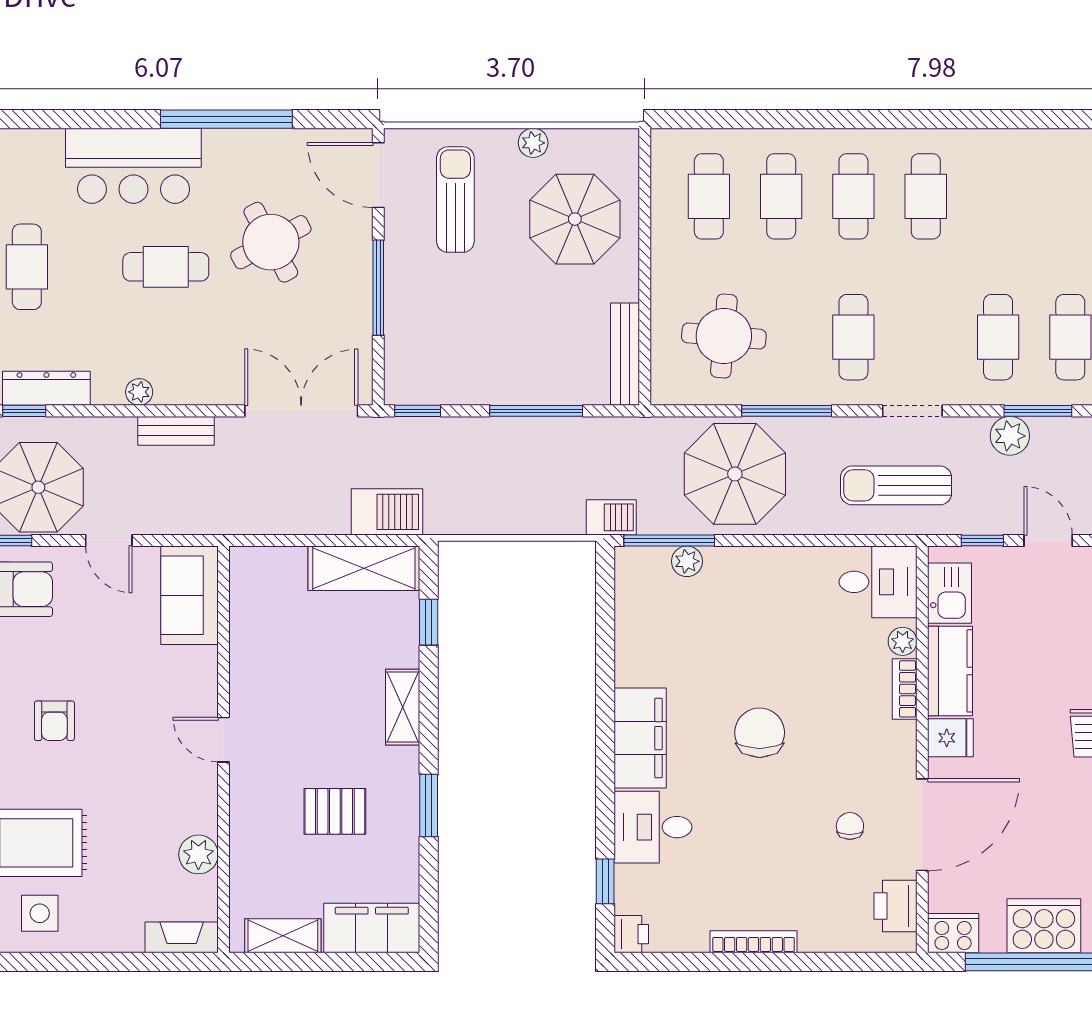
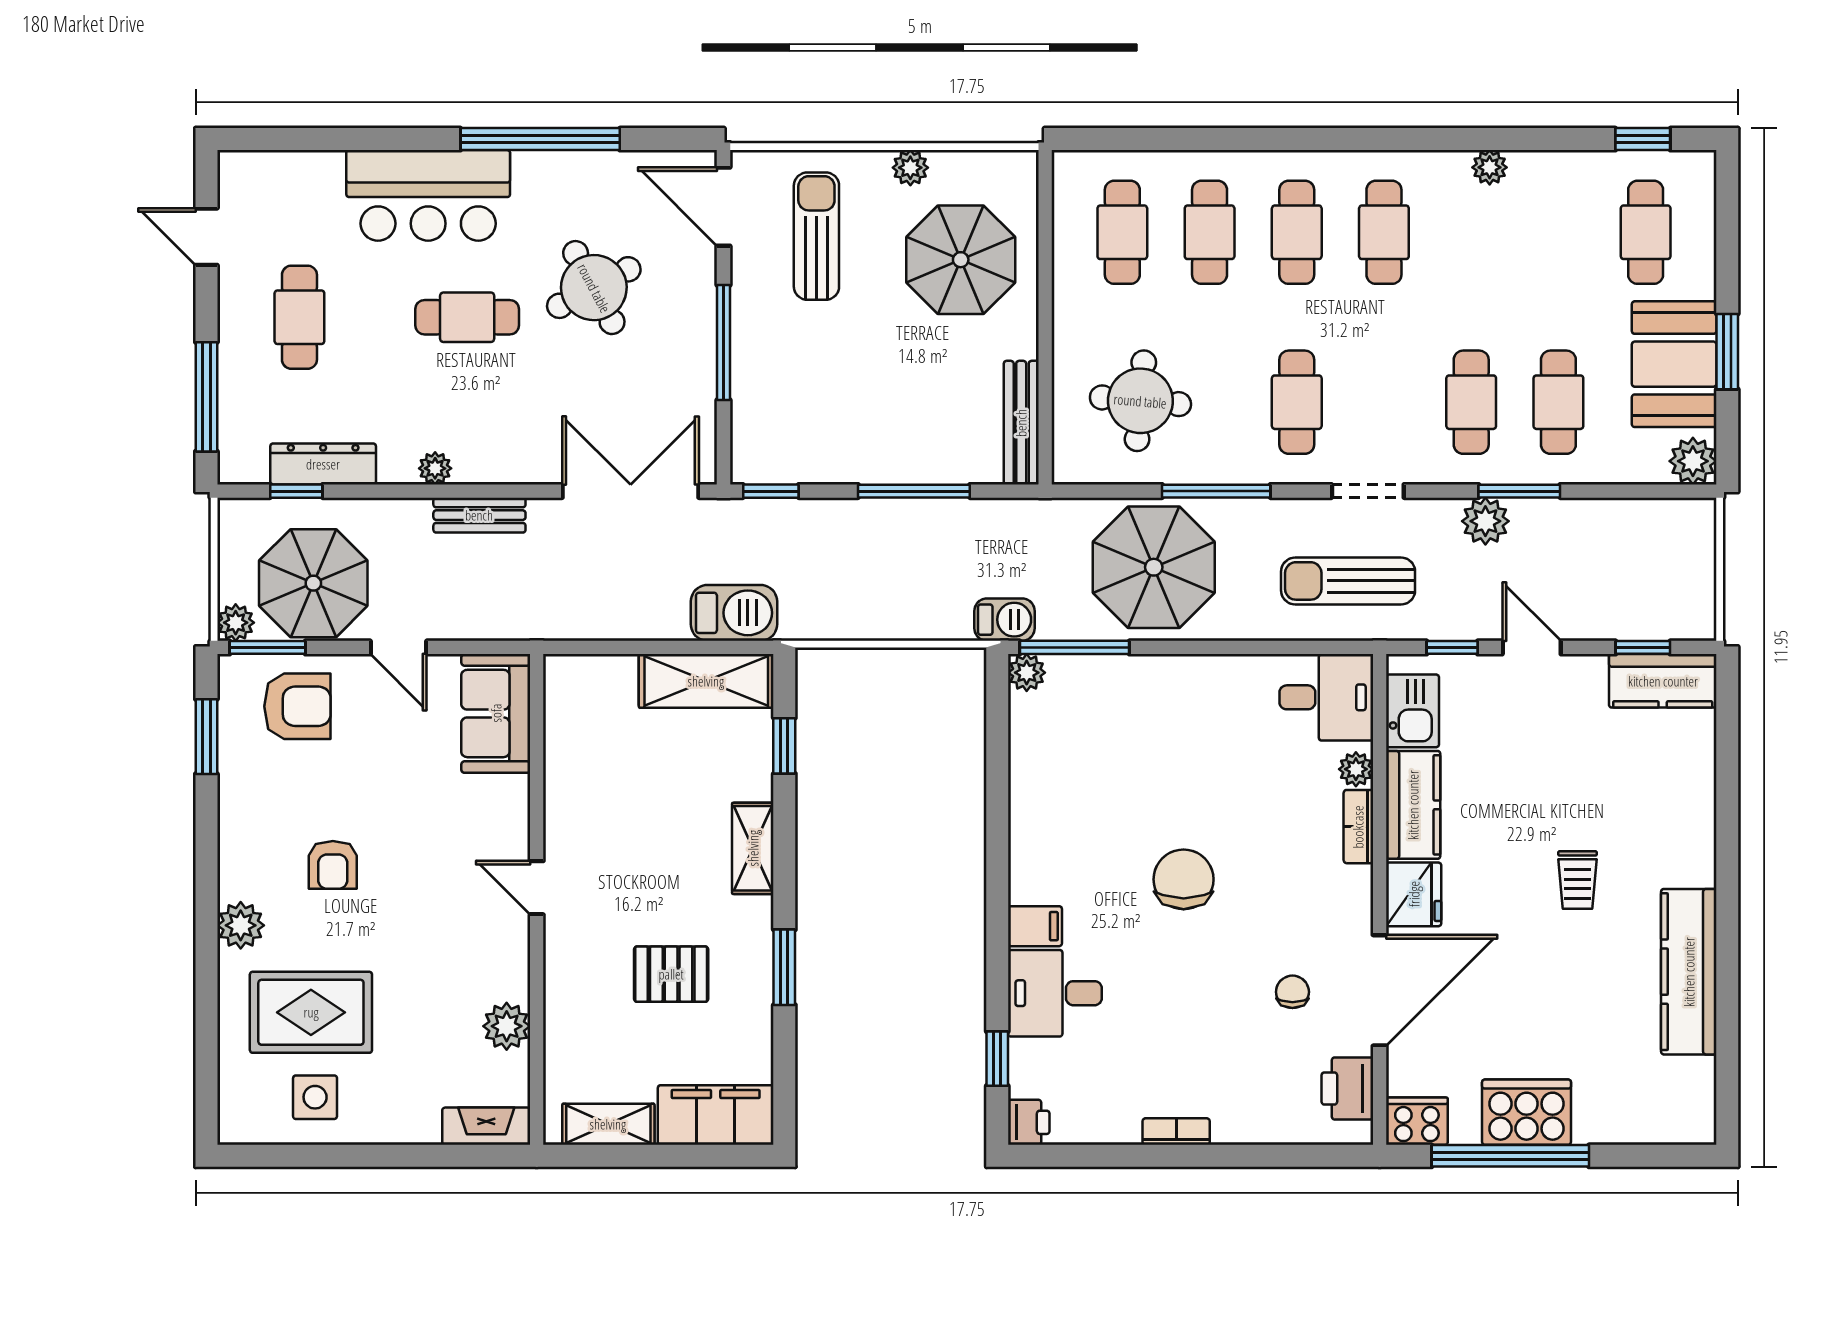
plant: (1013, 142) -> (1490, 167), added
plant: (687, 561) -> (1027, 673), moved
filing cabinet: (640, 738) -> (1035, 926), width x0.33, depth x0.86
fridge: (950, 738) -> (1414, 894), width x1.38
bookcase: (753, 942) -> (1176, 1132), width x0.64

